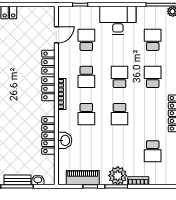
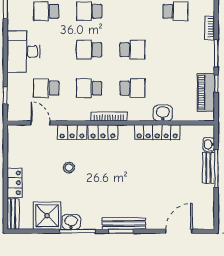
stool: (18, 59) -> (69, 168), added
school desk: (86, 77) -> (89, 88), turned 180
plant: (118, 176) -> (204, 52), removed

